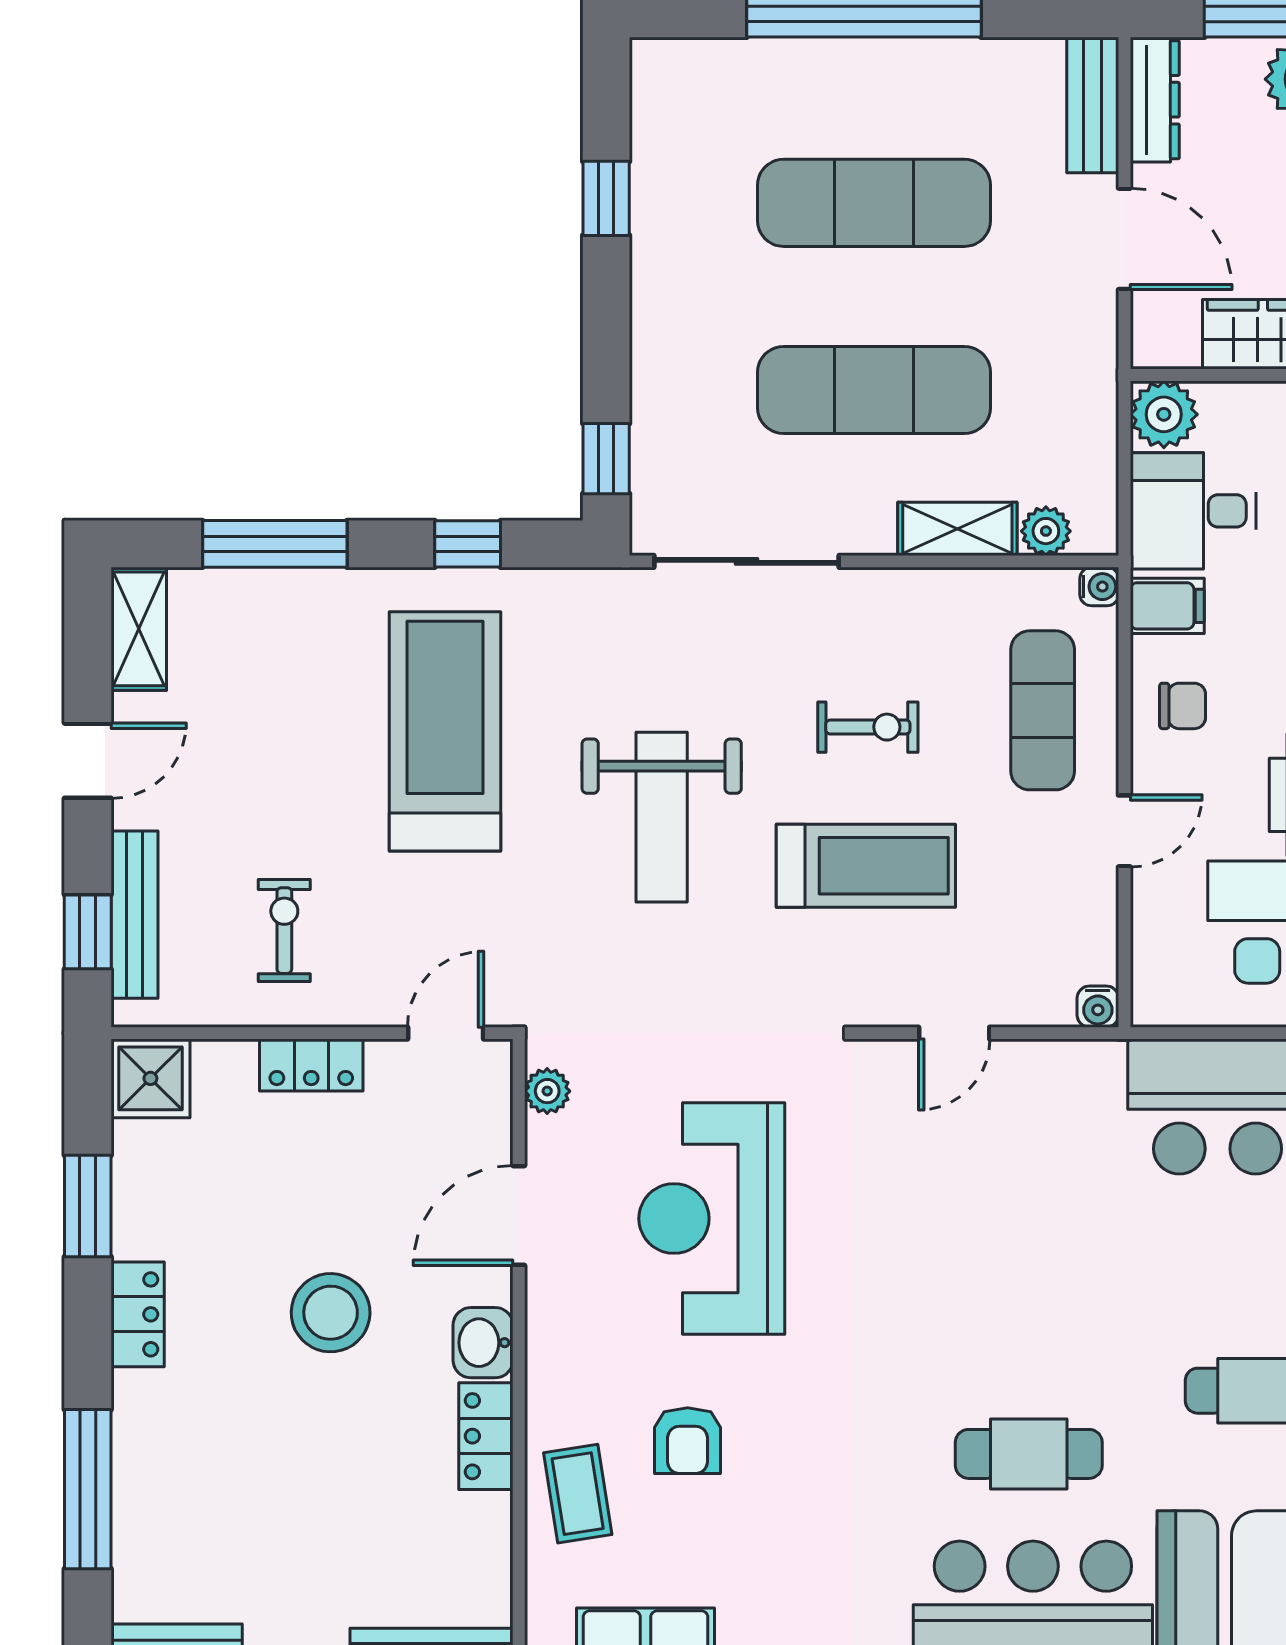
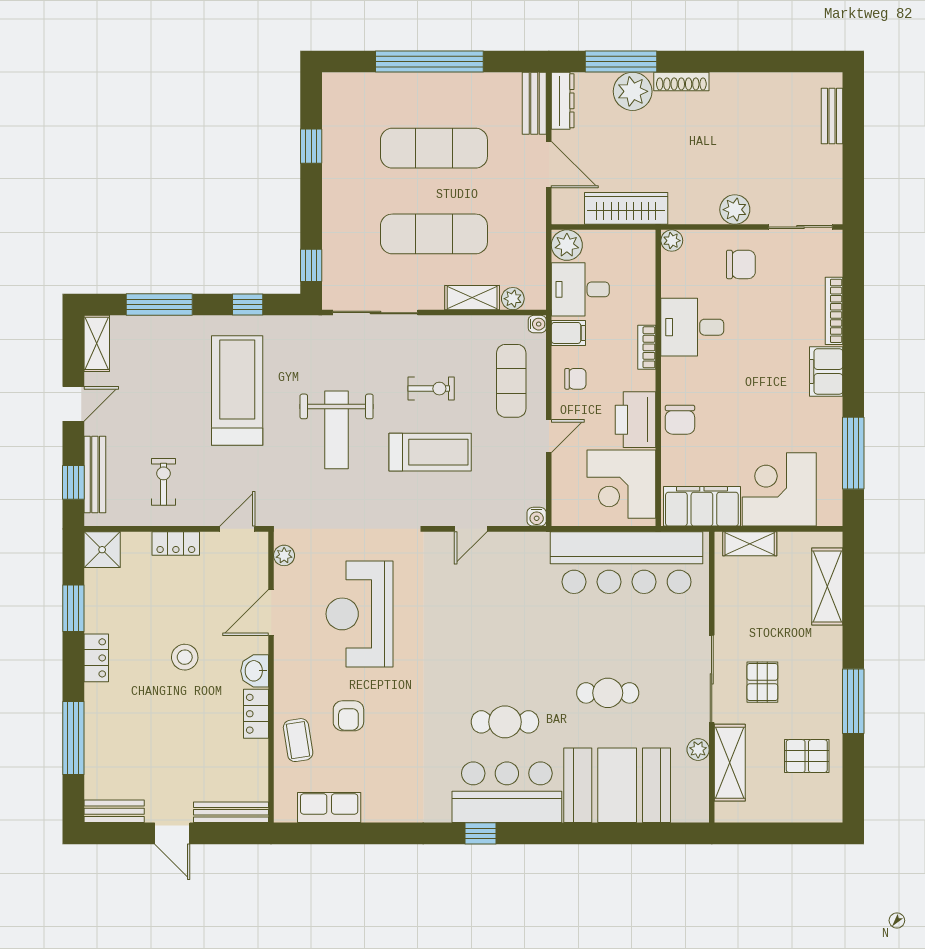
stool: (331, 1313) -> (185, 657), width x0.73, depth x0.73

